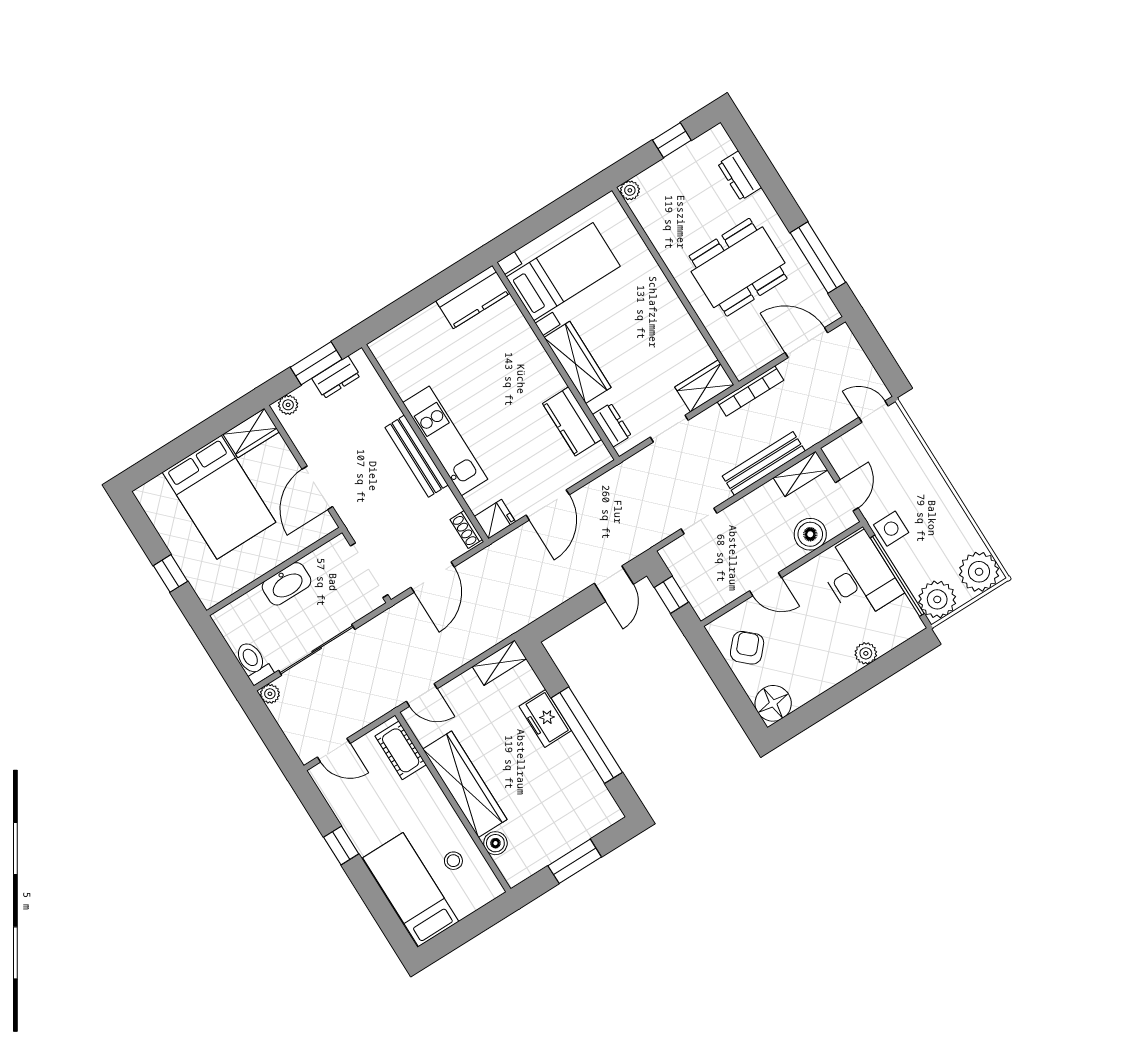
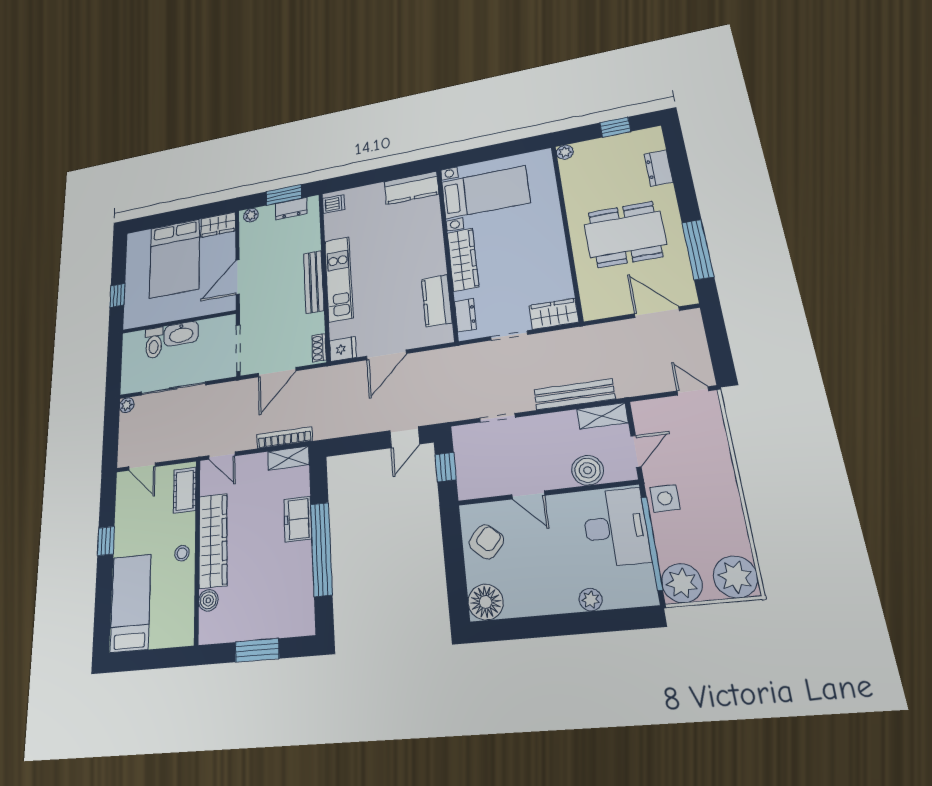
dishwasher: (388, 352) -> (334, 204), added
bookcase: (751, 391) -> (284, 438), moved, turned 180
toilet: (253, 662) -> (154, 343), moved, turned 180
stool: (453, 861) -> (182, 553), moved

